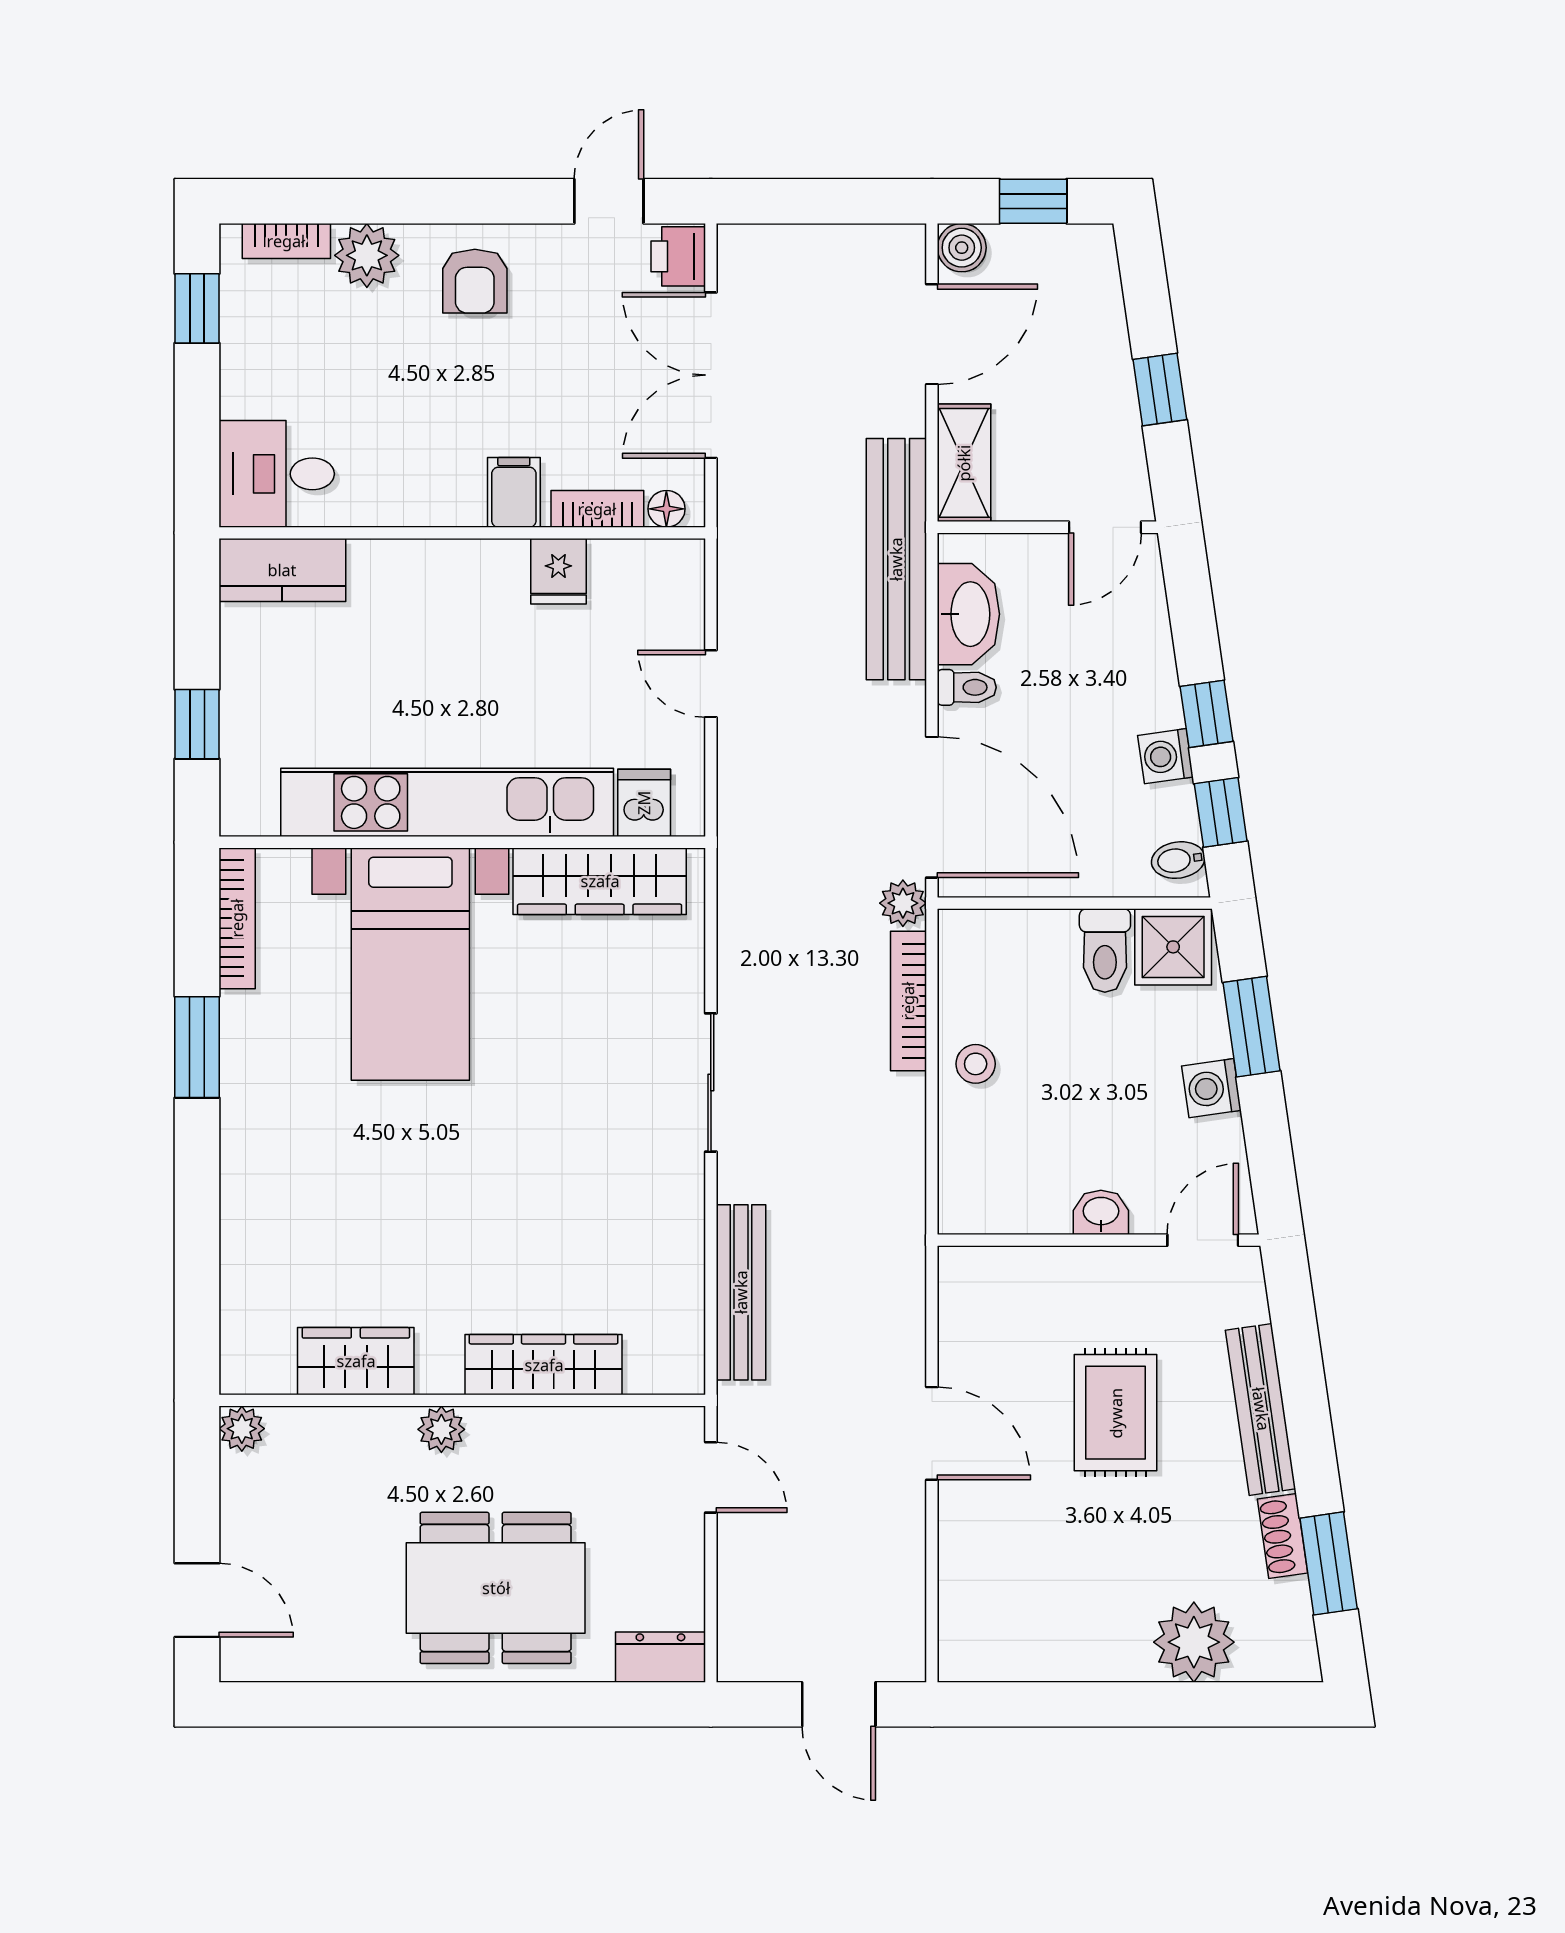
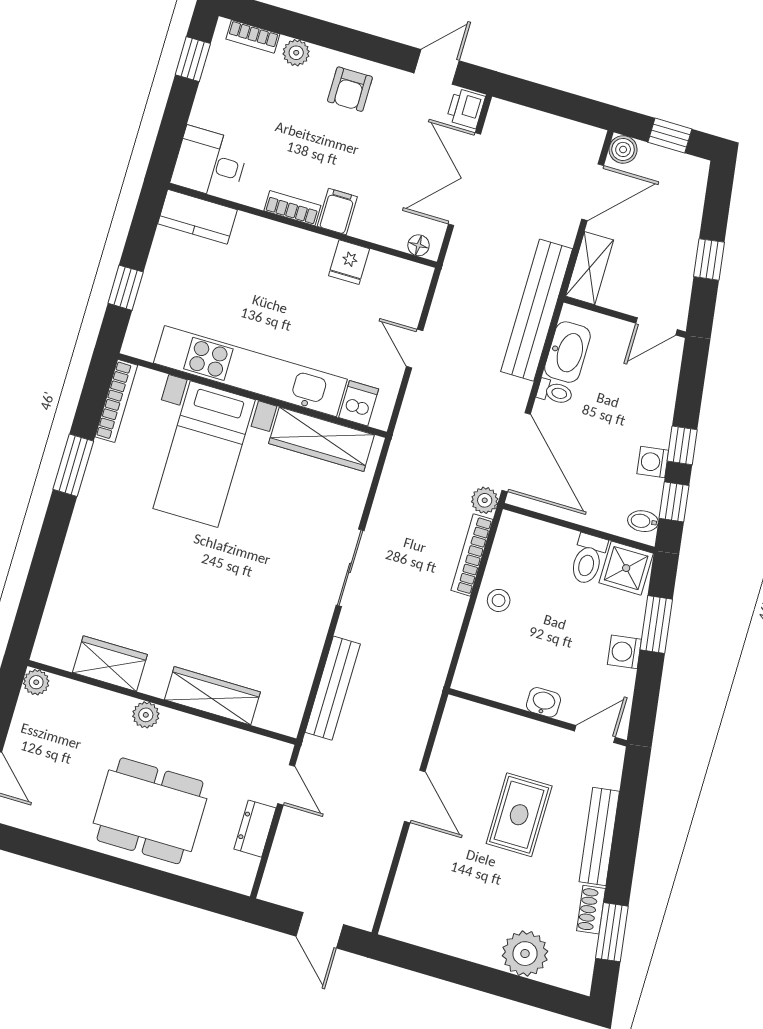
plant: (367, 255) -> (296, 53), width x0.73, depth x0.73
bookcase: (597, 509) -> (292, 208), moved
dresser: (660, 1657) -> (255, 829), moved, turned -90

